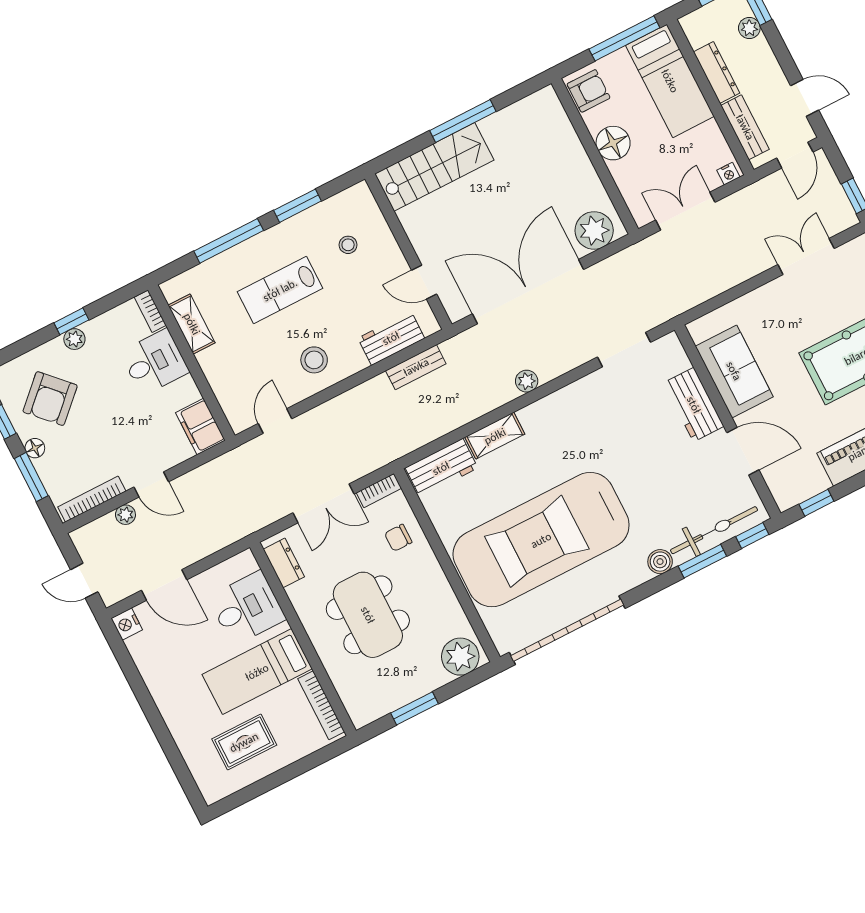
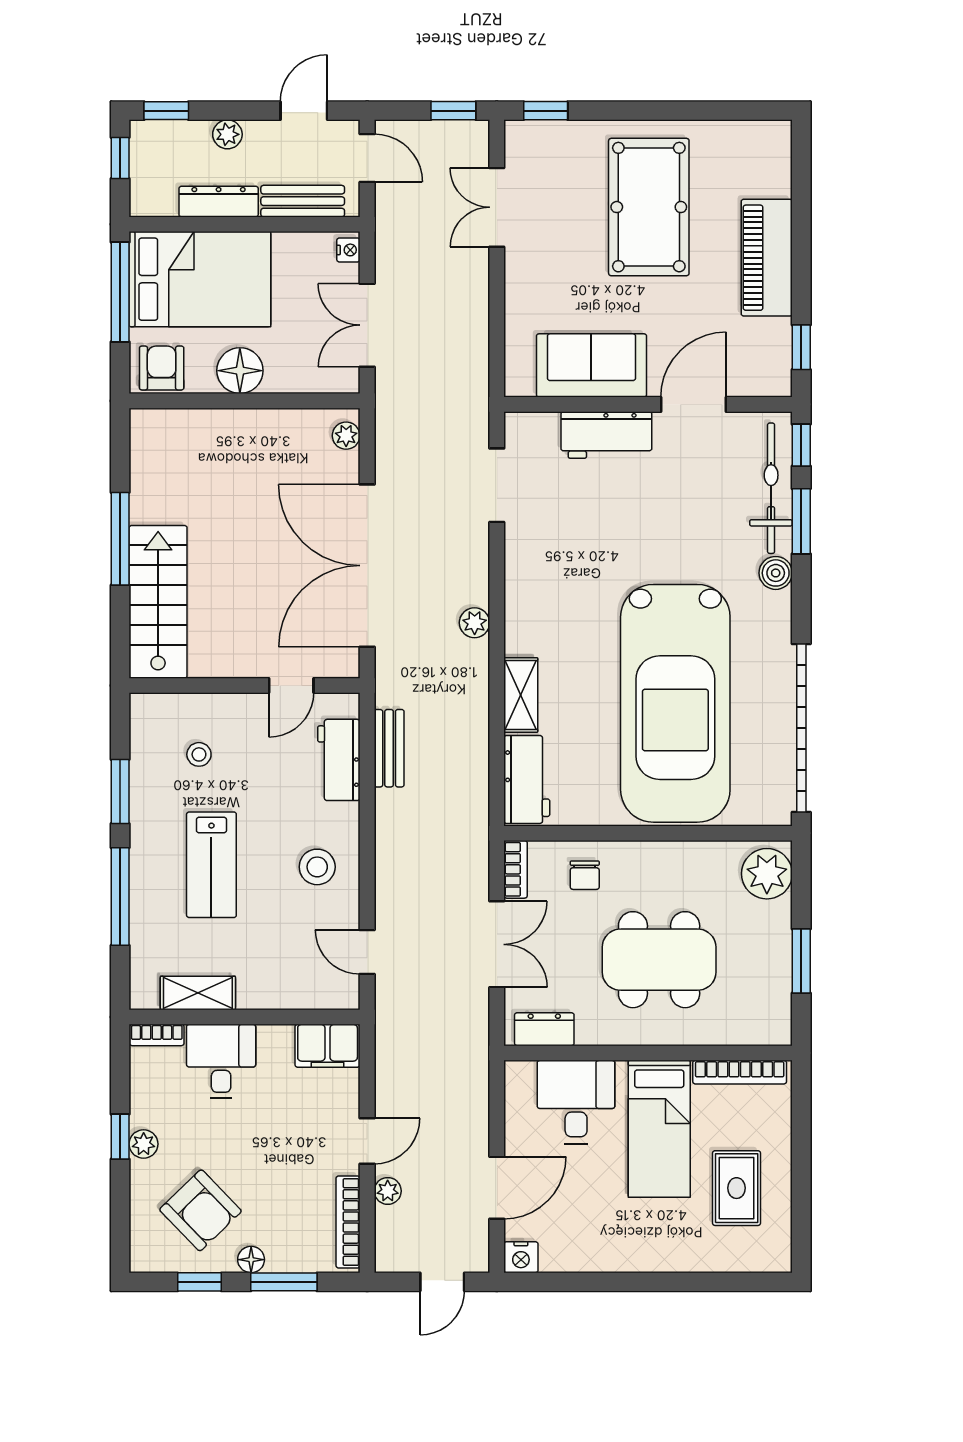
plant: (749, 28) -> (227, 134), moved
bed: (670, 81) -> (200, 279), width x1.50
plant: (594, 231) -> (346, 436), width x0.53, depth x0.53

